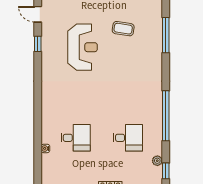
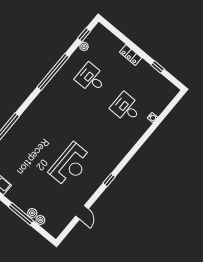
coffee table: (123, 29) -> (33, 155), removed
window: (38, 44) -> (109, 180), moved
reception desk: (83, 47) -> (70, 165), turned 180

